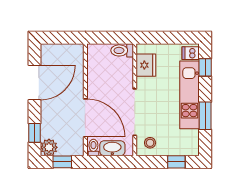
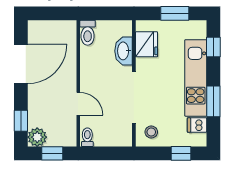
window: (171, 38) -> (175, 13), added
toilet: (122, 50) -> (88, 33), moved, turned -90
dishwasher: (191, 53) -> (197, 125), moved
door: (85, 118) -> (78, 104), width x0.53
washbasin: (112, 148) -> (124, 51), moved, turned -90

